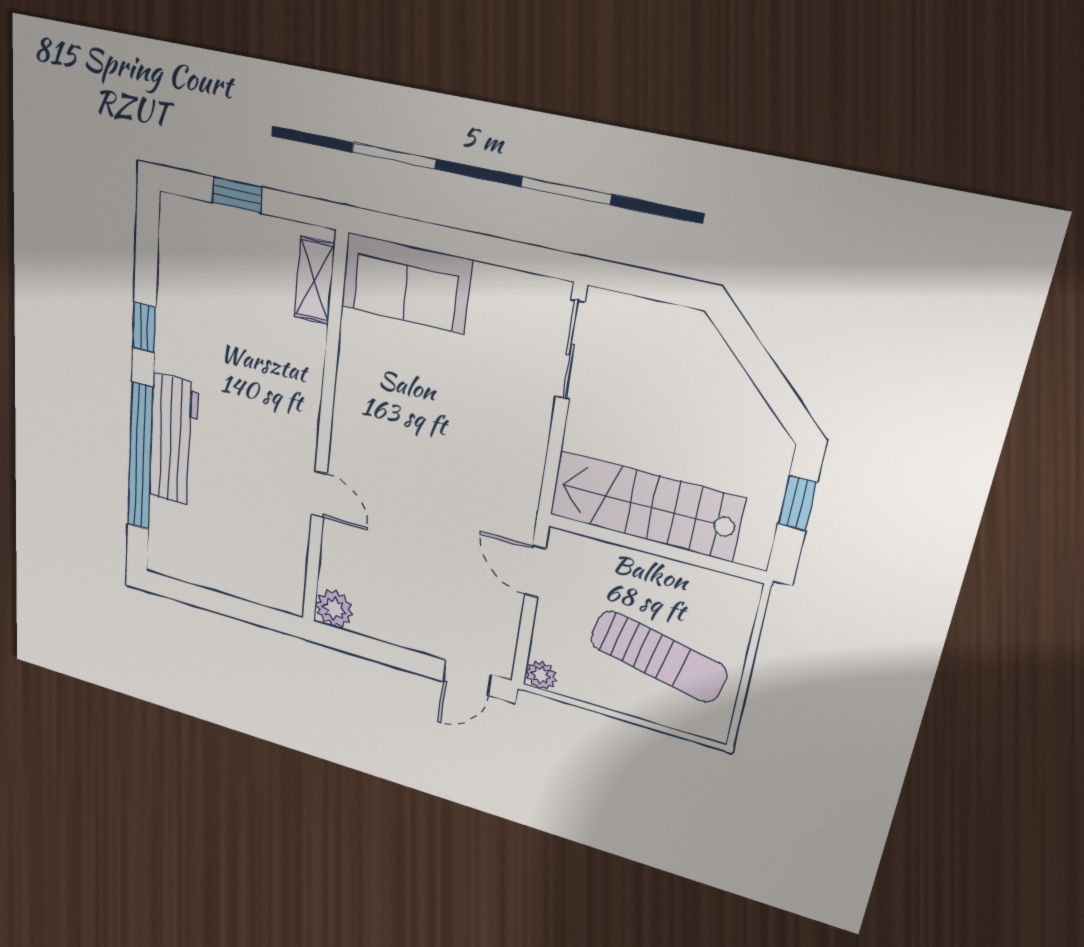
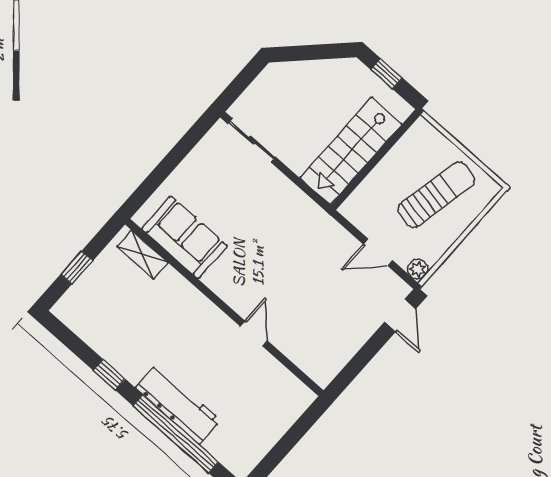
sofa: (406, 283) -> (184, 237), moved, turned -90
door: (319, 494) -> (254, 333), hinge flipped
door: (535, 571) -> (378, 252), moved
plant: (334, 609) -> (322, 372), removed

